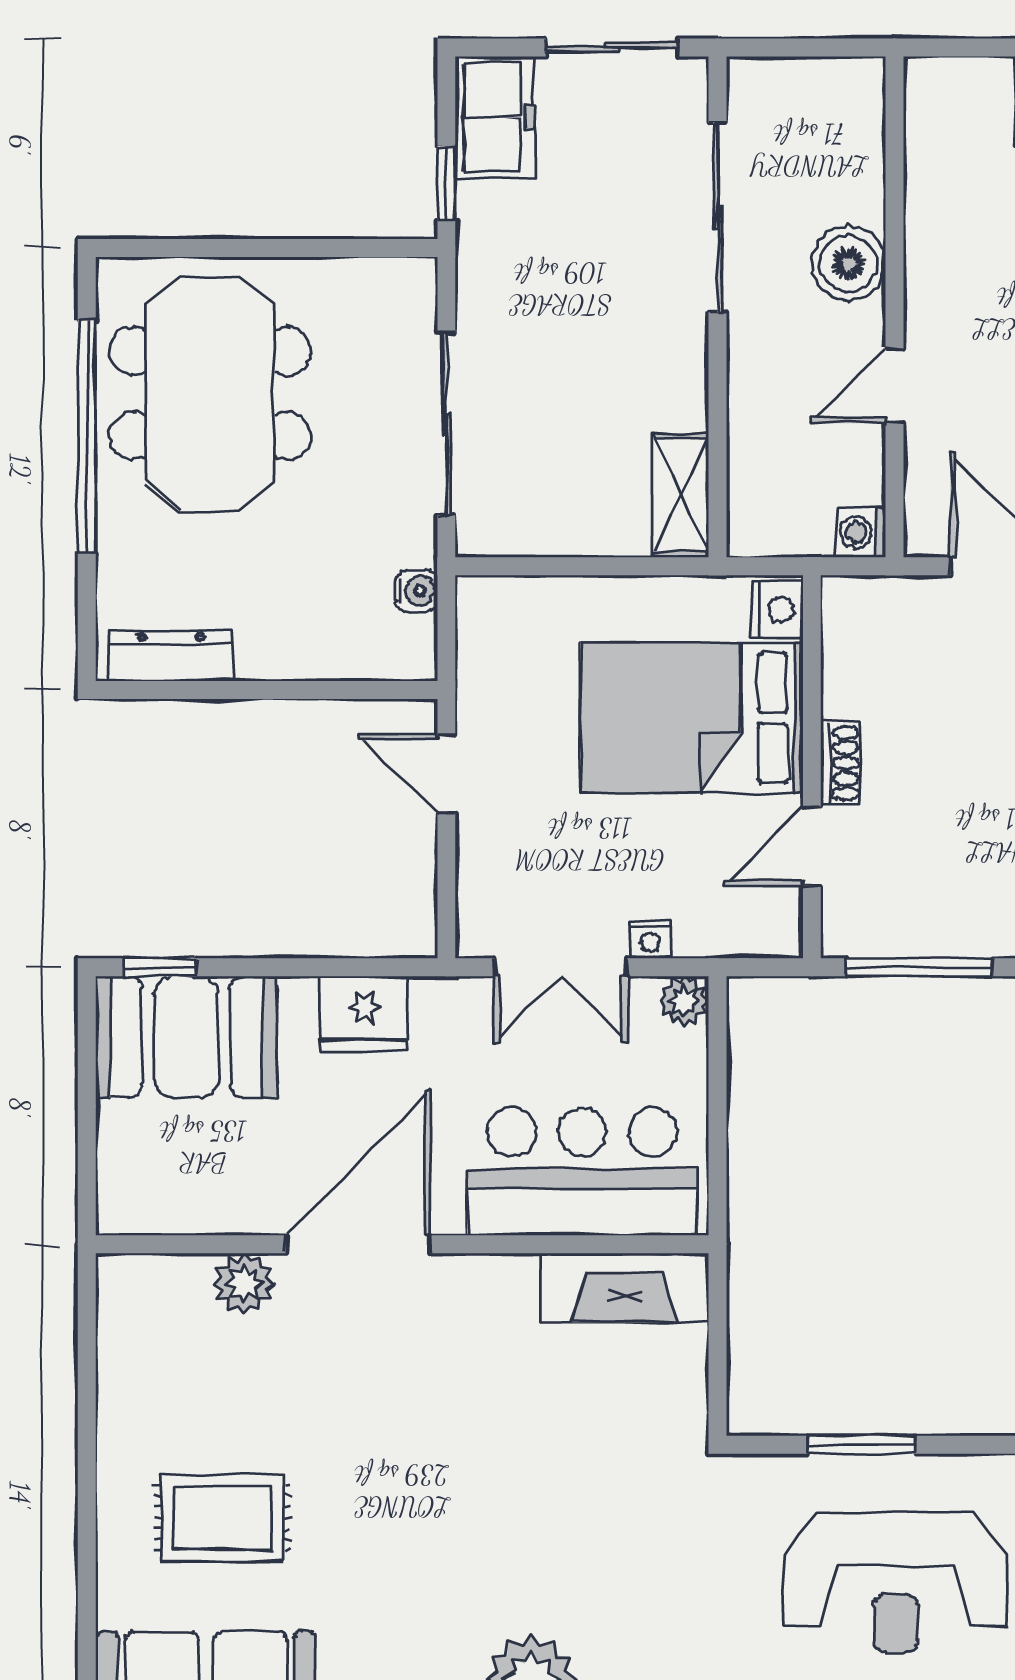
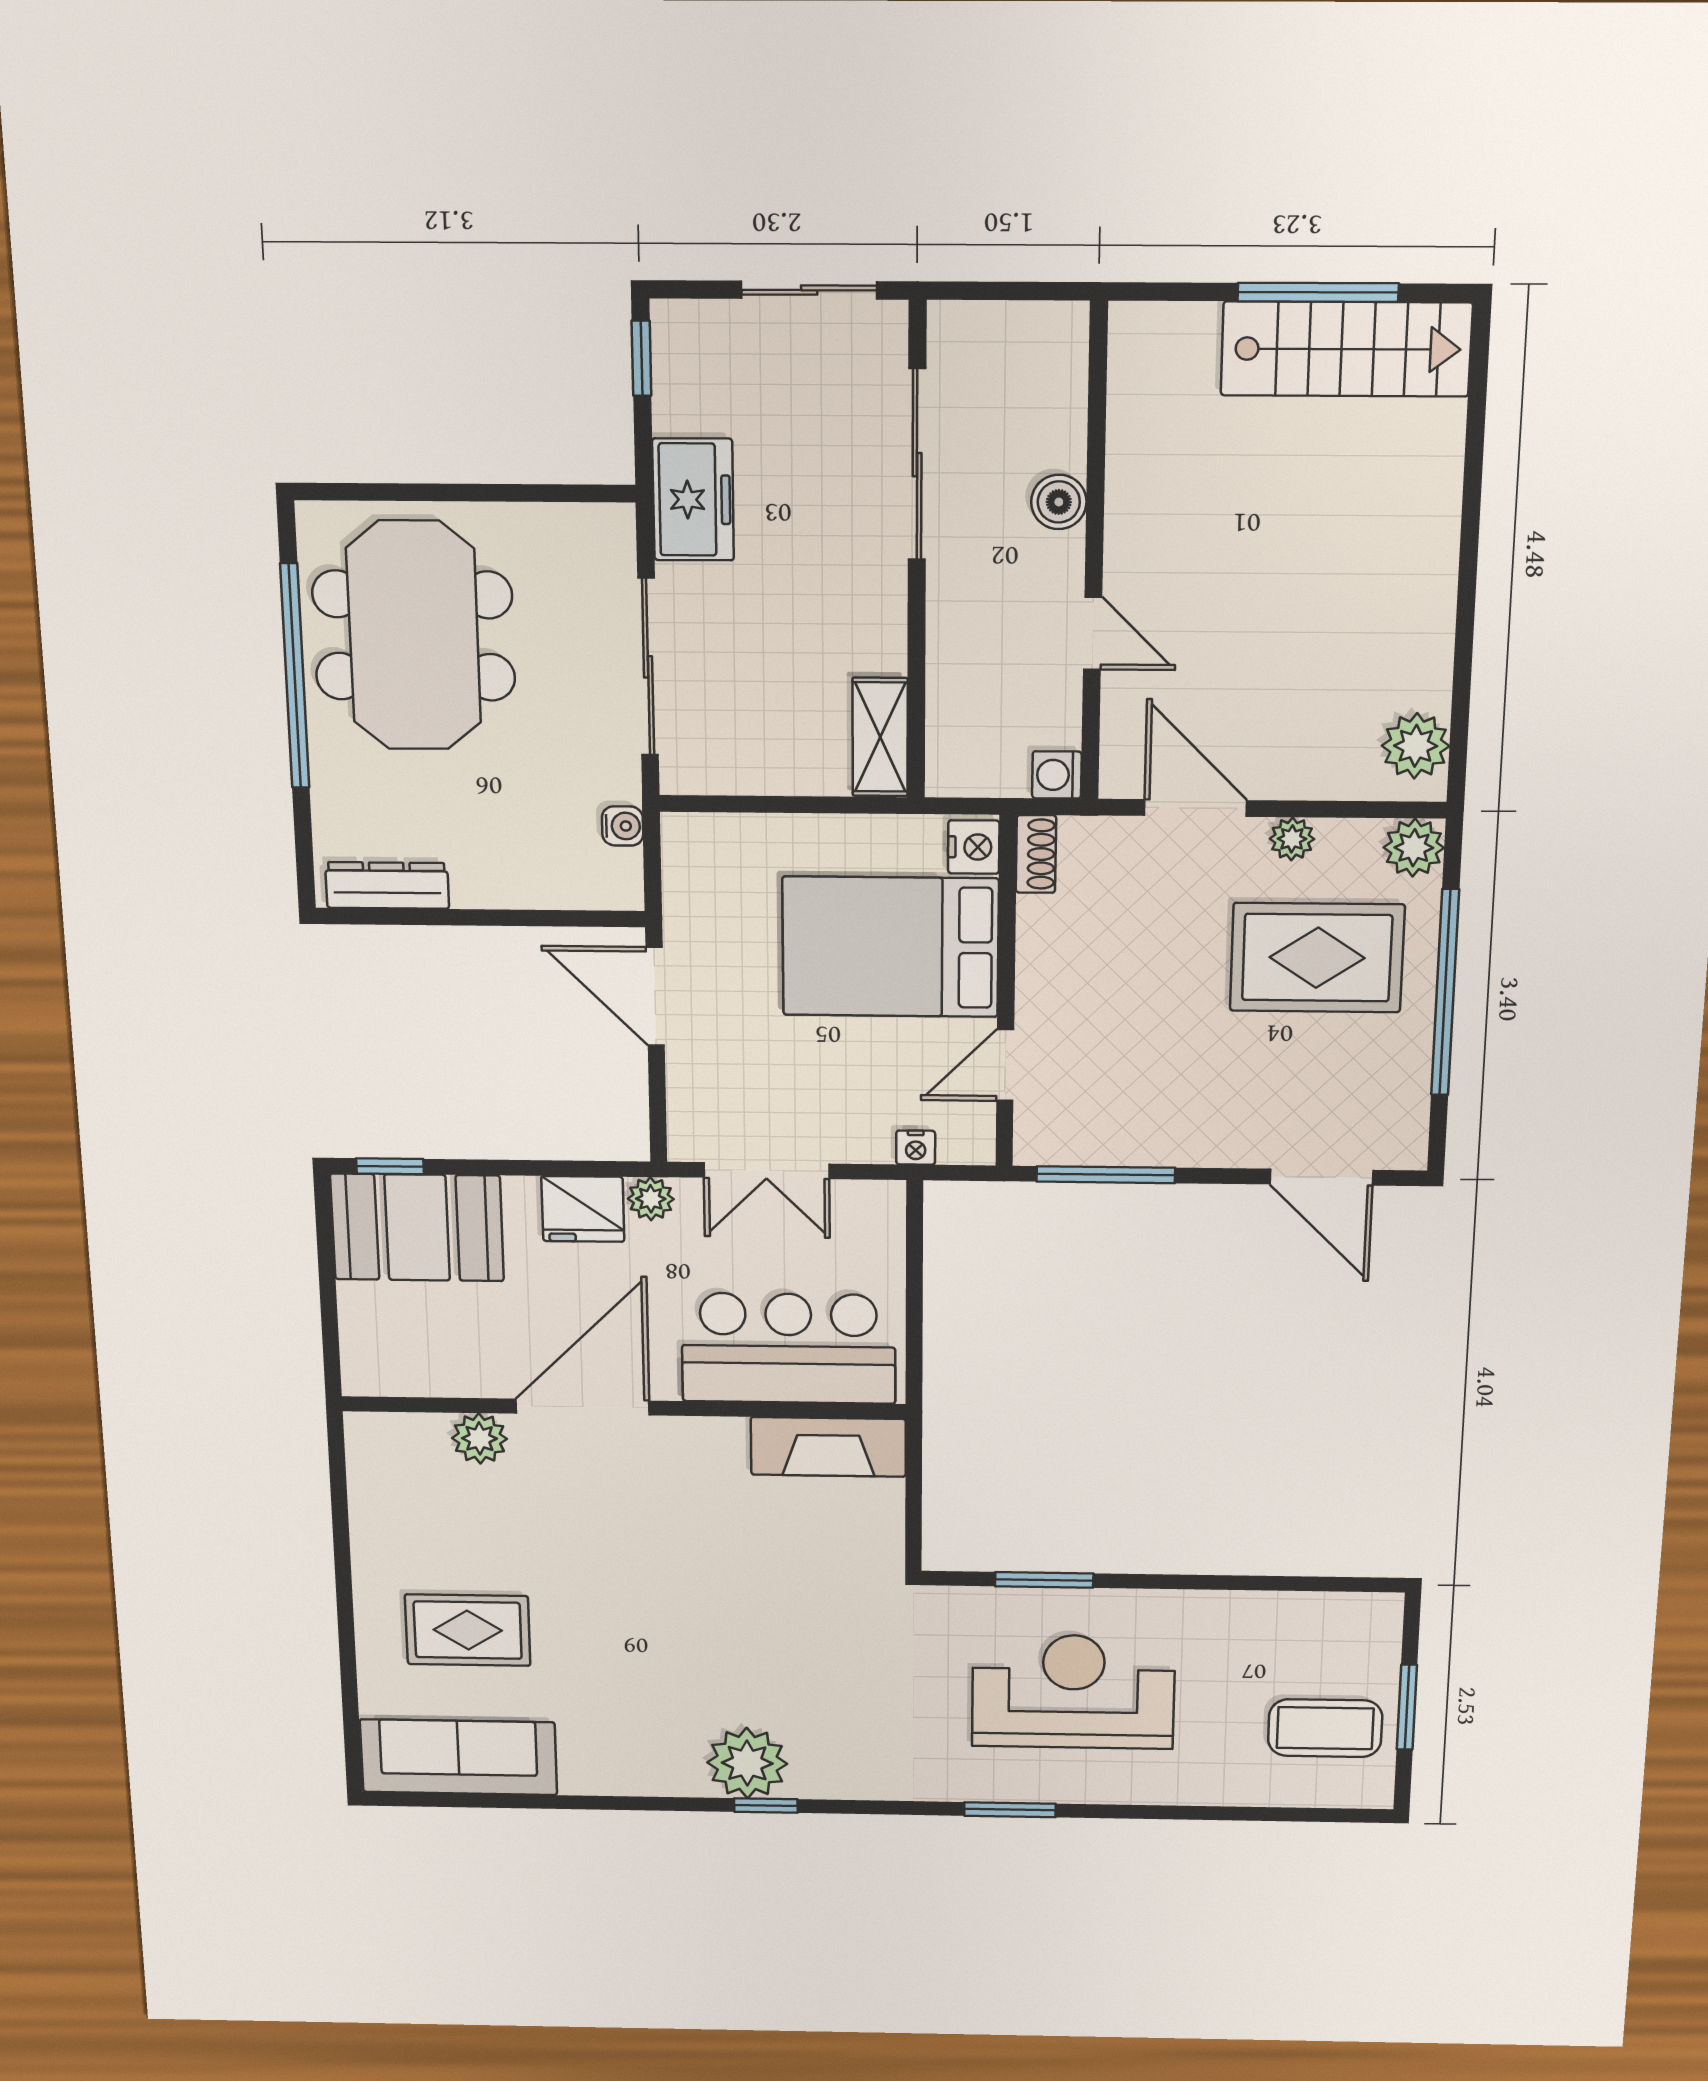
freezer: (495, 117) -> (693, 500), moved
window: (446, 183) -> (641, 358), moved
boiler: (848, 264) -> (1059, 502), width x0.73, depth x0.73
door: (894, 386) -> (1093, 633), swing flipped
shoe rack: (841, 763) -> (1036, 854), moved
door: (446, 774) -> (655, 996), width x1.38
nightstand: (650, 939) -> (916, 1148), moved
plant: (684, 1001) -> (651, 1199), moved
reception desk: (896, 1583) -> (1073, 1692), turned 180

